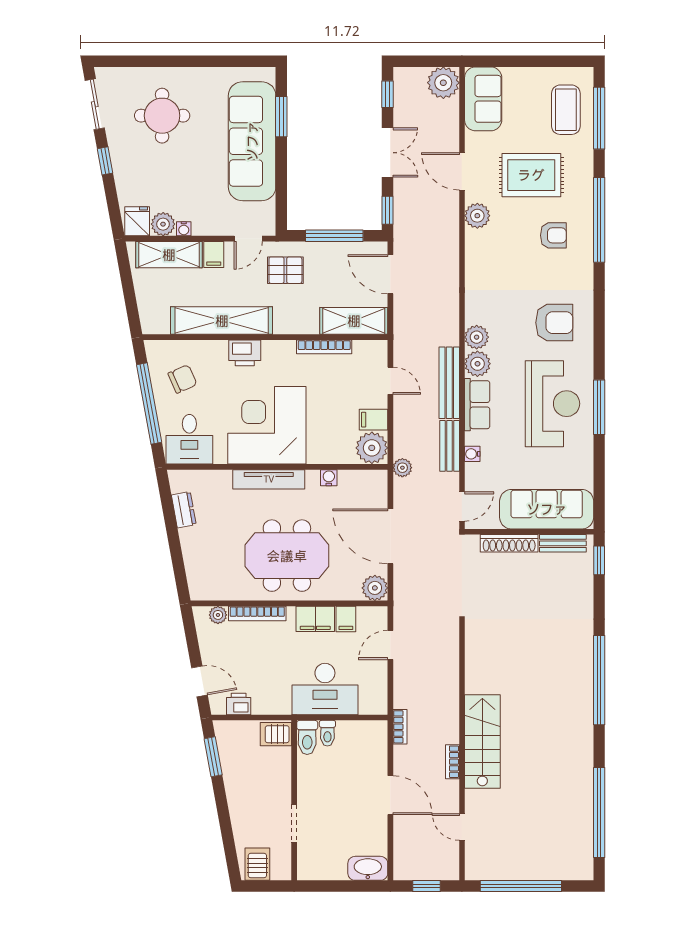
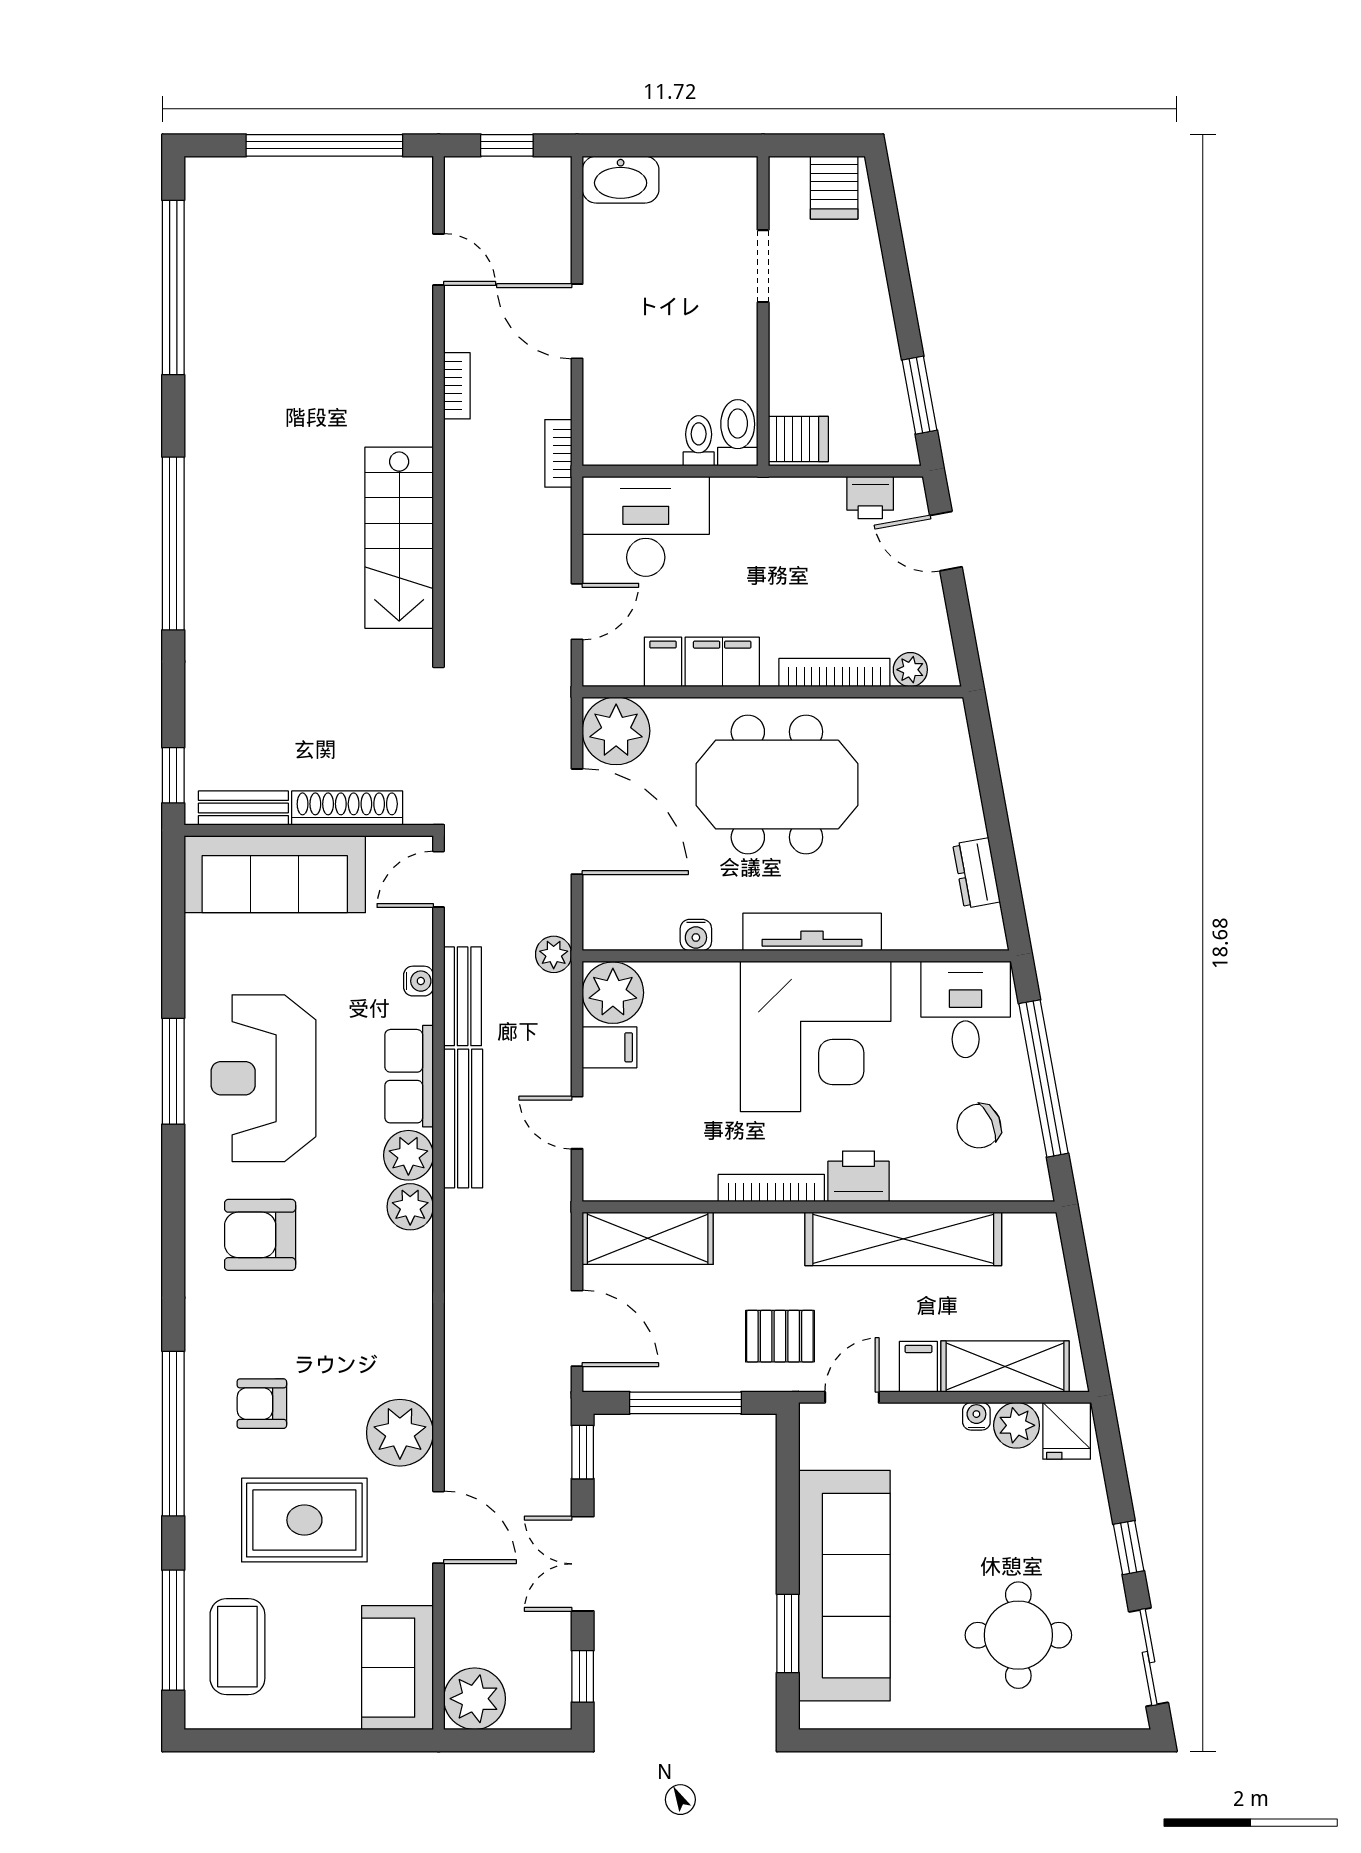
plant: (477, 216) -> (400, 1433), width x1.36, depth x1.36
bookcase: (324, 347) -> (771, 1188), moved
plant: (375, 588) -> (616, 731), width x1.36, depth x1.36
desk: (325, 689) -> (646, 526), moved
stairs: (482, 742) -> (399, 538), moved

